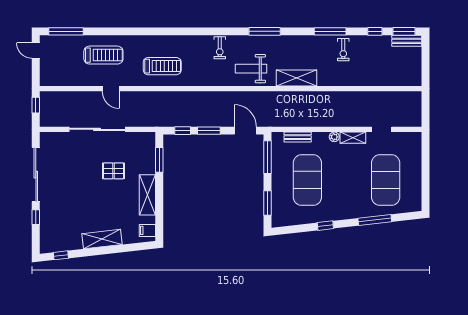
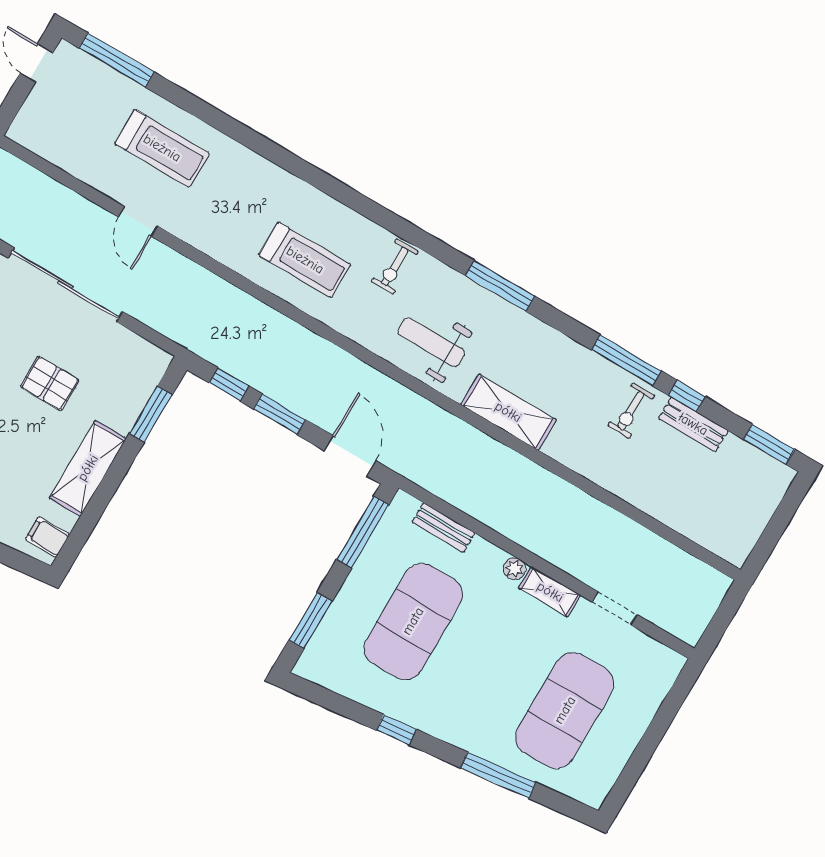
window: (375, 31) -> (687, 396), moved
bench: (407, 41) -> (693, 424), moved
treadmill: (162, 66) -> (305, 260), moved

